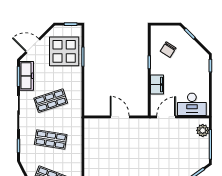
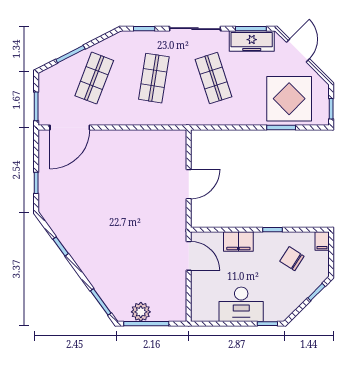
filing cabinet: (157, 30) -> (322, 241), added
desk: (192, 104) -> (241, 304), moved, turned -90
plant: (203, 130) -> (141, 312), moved

